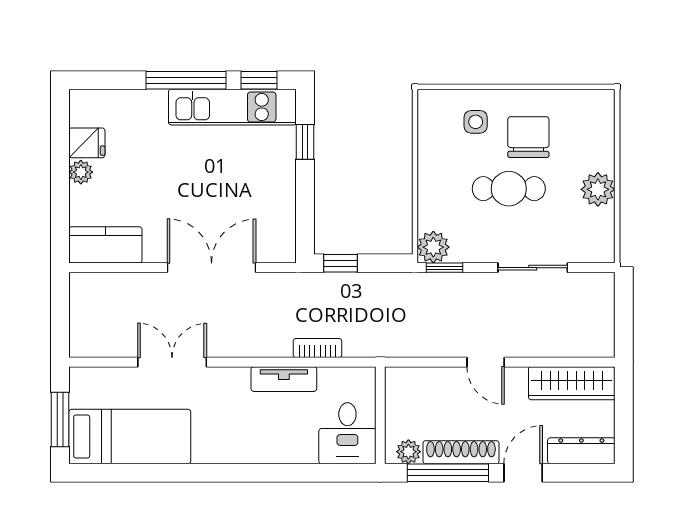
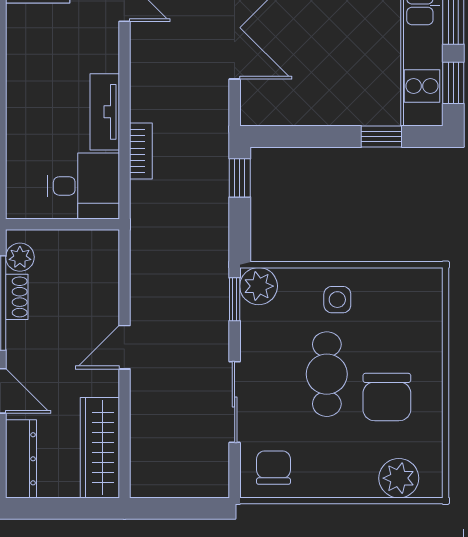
side table: (476, 122) -> (337, 300), moved
chair: (528, 137) -> (387, 397), turned 90
plant: (598, 189) -> (399, 478), moved
chair: (589, 234) -> (274, 468), added
desk: (347, 433) -> (84, 186), moved, turned 180
shoe rack: (461, 452) -> (17, 297), width x0.51, depth x0.81

